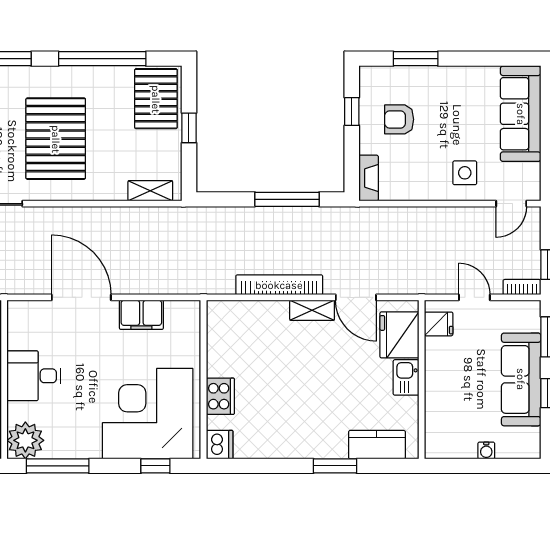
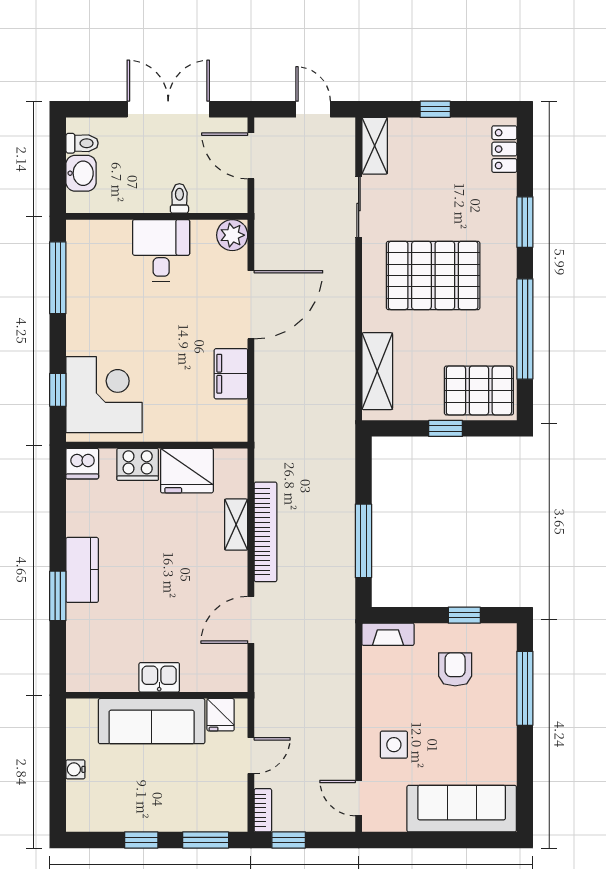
window: (416, 59) -> (525, 688), width x1.44
shelving: (150, 191) -> (377, 371), width x1.50, depth x1.33
shelving: (312, 310) -> (236, 525), moved
fridge: (399, 335) -> (187, 471), moved, turned 180
sofa: (521, 379) -> (152, 721), moved, turned 180
corner desk: (148, 414) -> (104, 395), width x0.74, depth x0.74
plant: (25, 440) -> (232, 235), moved, width x0.73, depth x0.73
kitchen counter: (377, 445) -> (82, 570), moved

